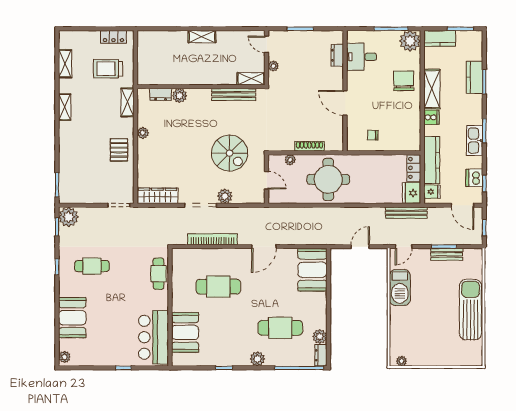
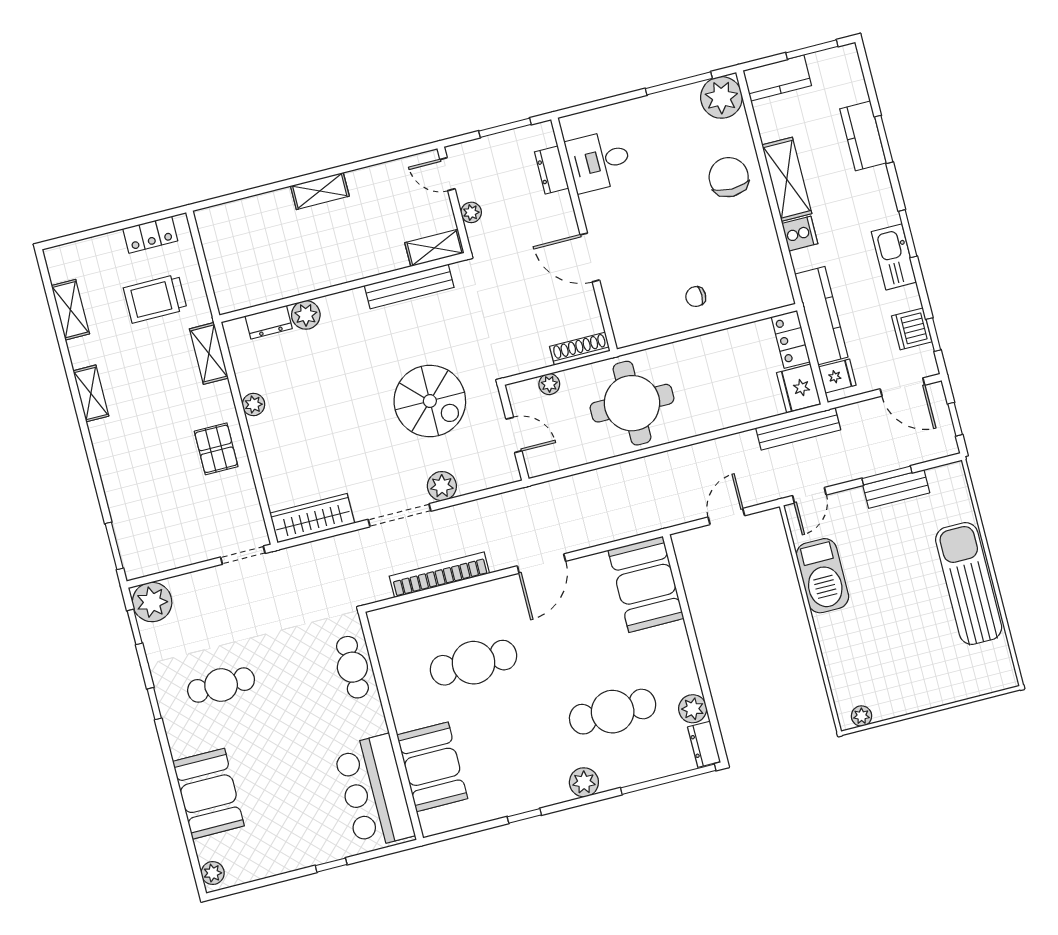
dresser: (337, 55) -> (552, 170), moved
desk: (362, 57) -> (599, 161), moved
wall: (345, 91) -> (584, 234), moved
door: (345, 103) -> (590, 257), moved

